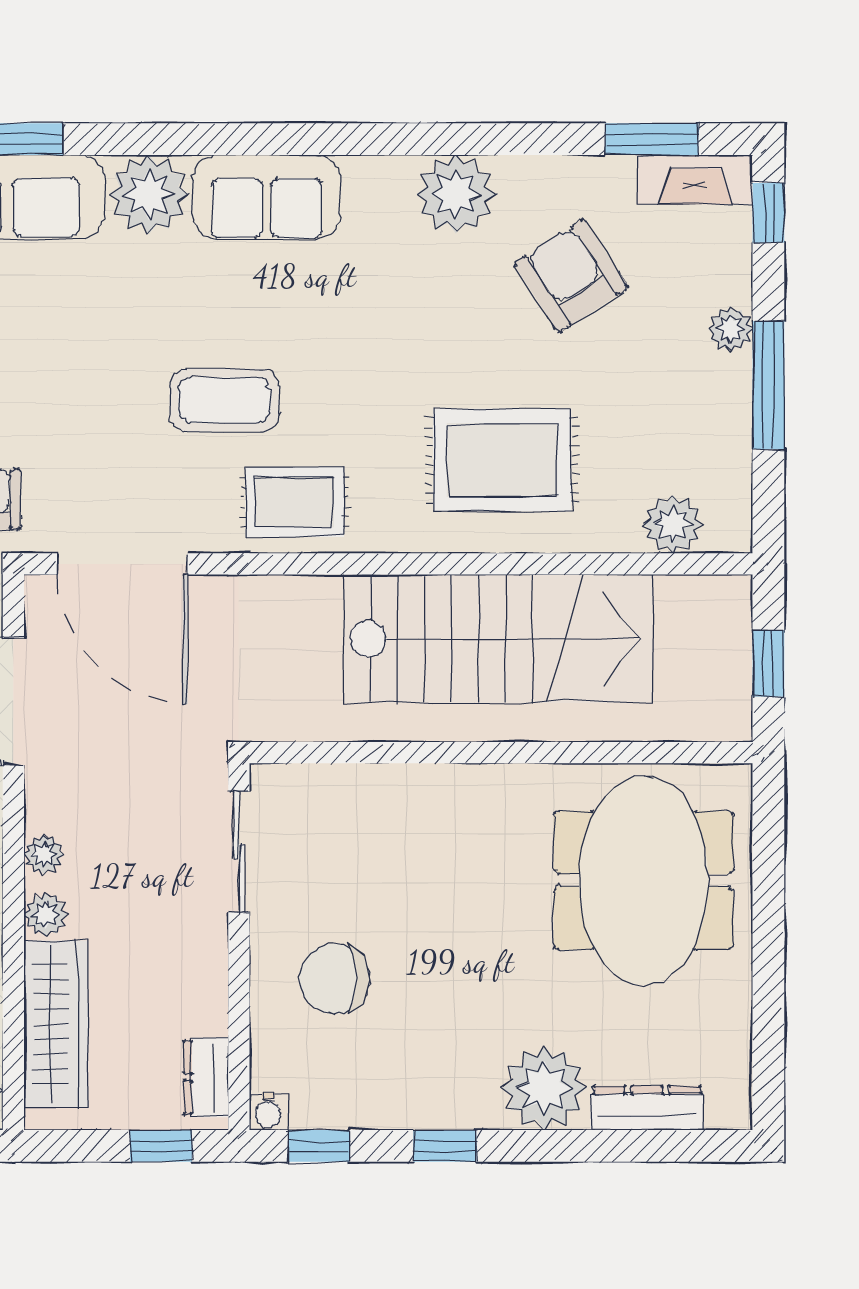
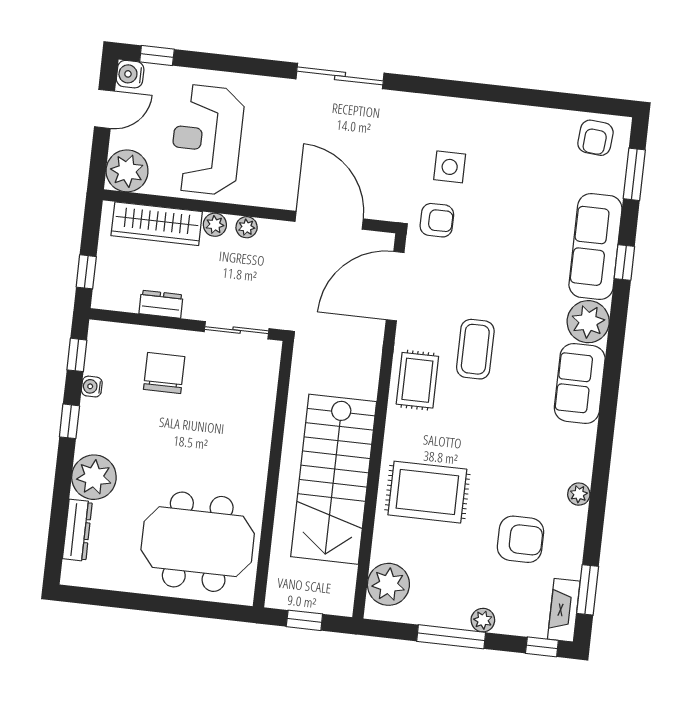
plant: (456, 194) -> (579, 494), width x0.53, depth x0.53
armchair: (571, 275) -> (521, 539), turned 33
rug: (502, 460) -> (427, 492), turned 90
plant: (673, 524) -> (388, 584), width x1.36, depth x1.36
dresser: (206, 1078) -> (161, 304), moved
water cooler: (268, 1111) -> (92, 387), moved

